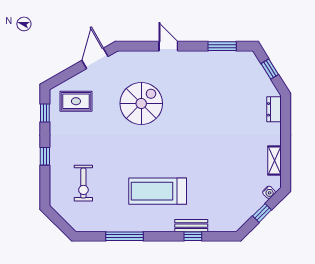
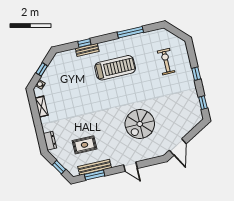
bench: (219, 57) -> (95, 167), added
rug: (76, 101) -> (85, 145), moved

